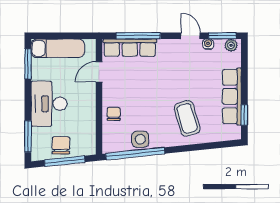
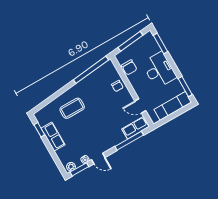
row of seats: (130, 48) -> (135, 128), width x0.68
door: (99, 72) -> (140, 106), swing flipped
row of seats: (232, 96) -> (53, 136), width x0.68
coffee table: (187, 118) -> (72, 108), turned -74
side table: (140, 139) -> (93, 80), removed
chair: (61, 145) -> (129, 67), moved

